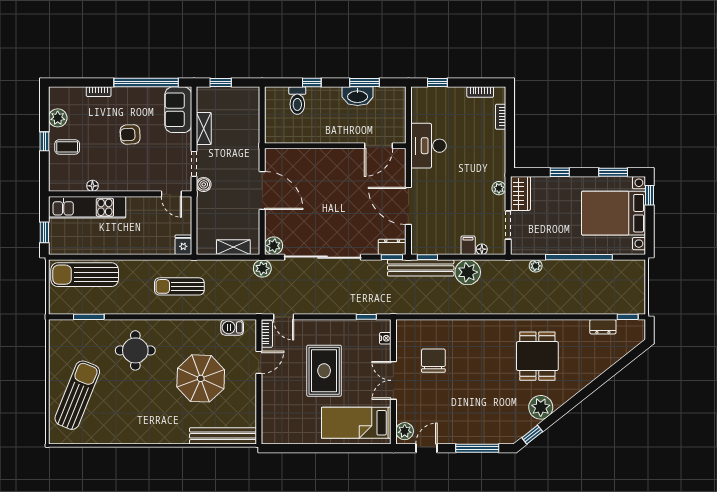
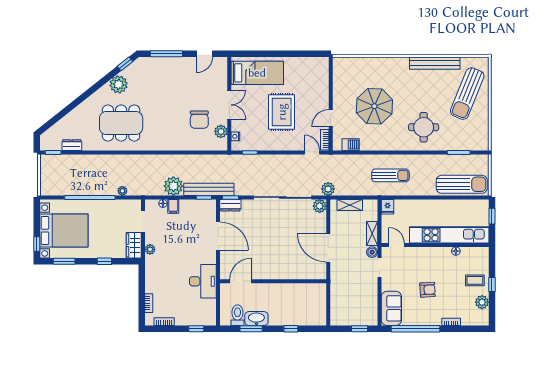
toilet: (297, 101) -> (237, 315), moved
shelving: (204, 128) -> (372, 234), moved
kitchen unit: (87, 207) -> (449, 235), width x1.36
dining table: (537, 356) -> (121, 123), width x1.38
plant: (405, 431) -> (221, 131), moved
bench: (223, 436) -> (435, 63), moved

